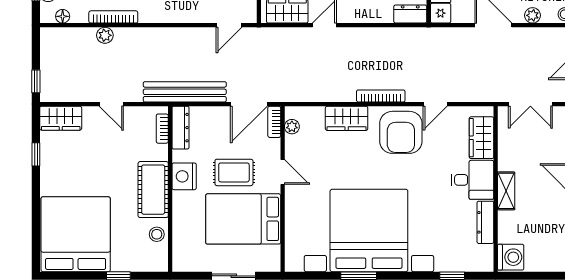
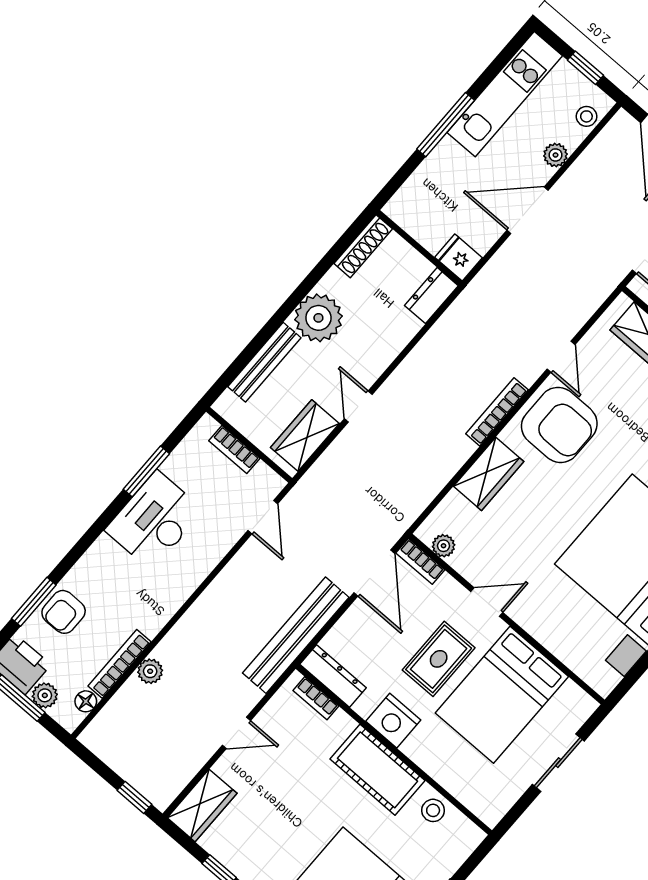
bookcase: (113, 17) -> (119, 664), moved

